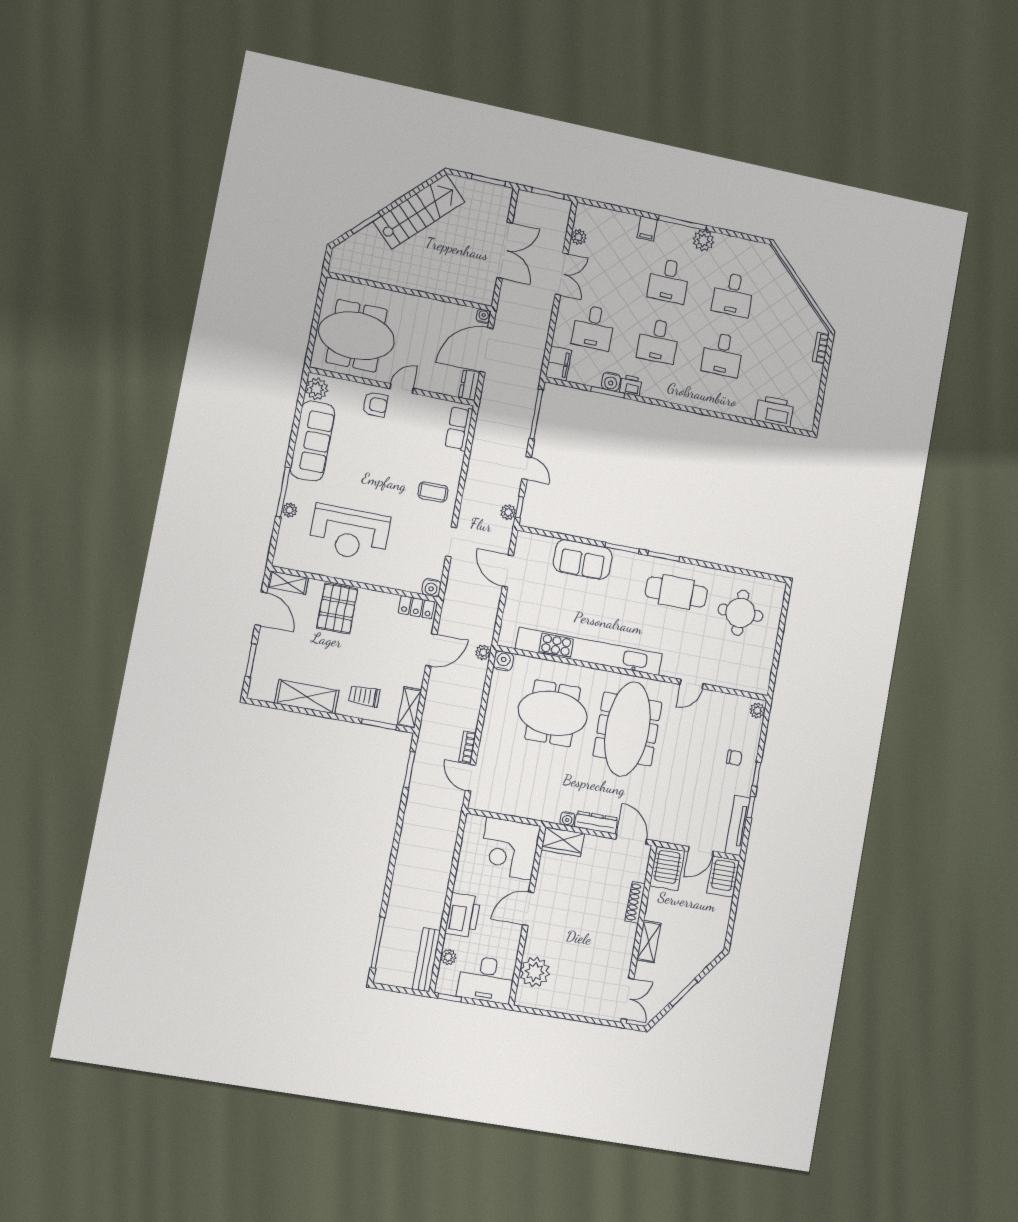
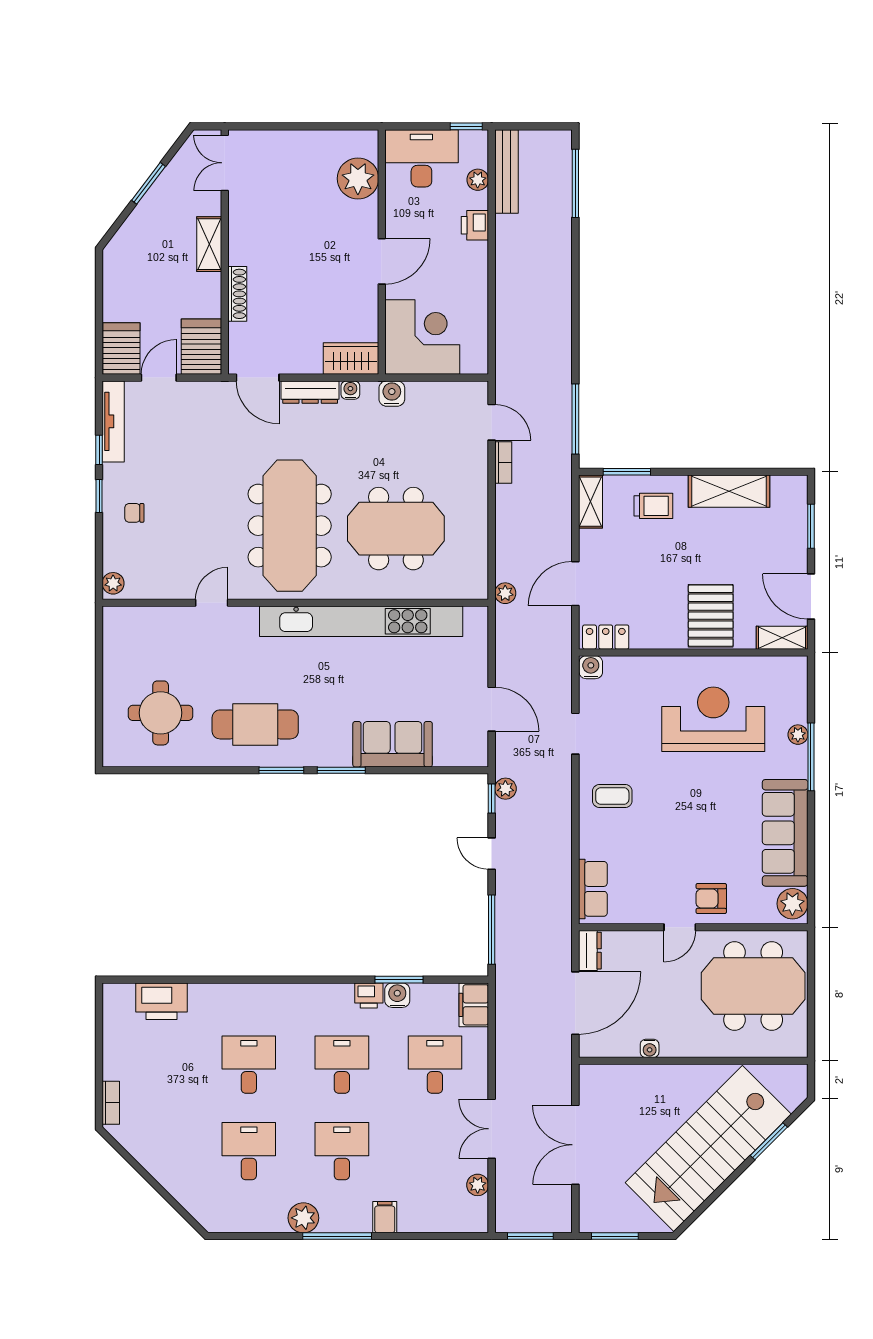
stairs: (419, 212) -> (708, 1148), width x1.36, depth x1.51
water cooler: (483, 316) -> (650, 1048), moved
water cooler: (503, 661) -> (392, 394), moved, turned 180
window: (409, 770) -> (575, 419), width x1.44
printer: (463, 915) -> (475, 225), width x0.53, depth x0.68

